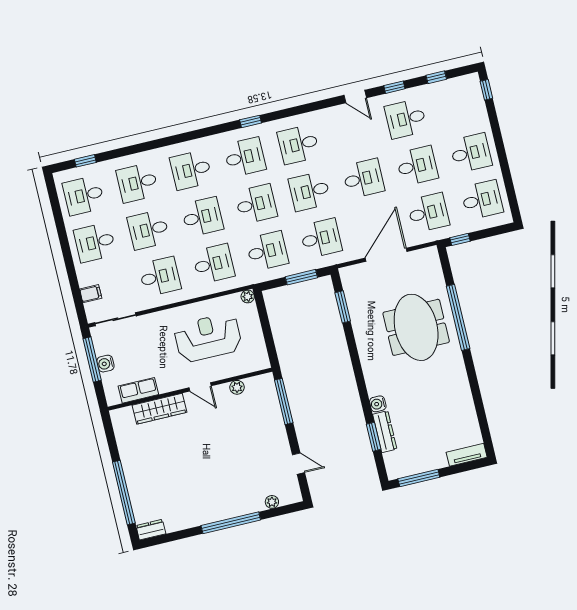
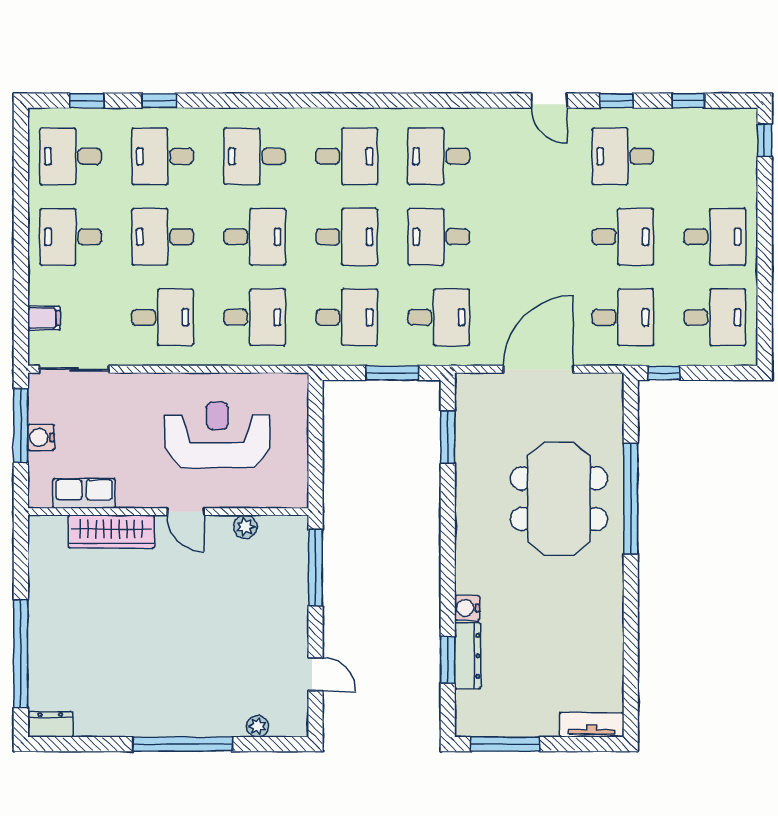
window: (251, 121) -> (159, 101), moved
desk: (363, 179) -> (531, 237), removed
plant: (248, 297) -> (298, 384), removed

